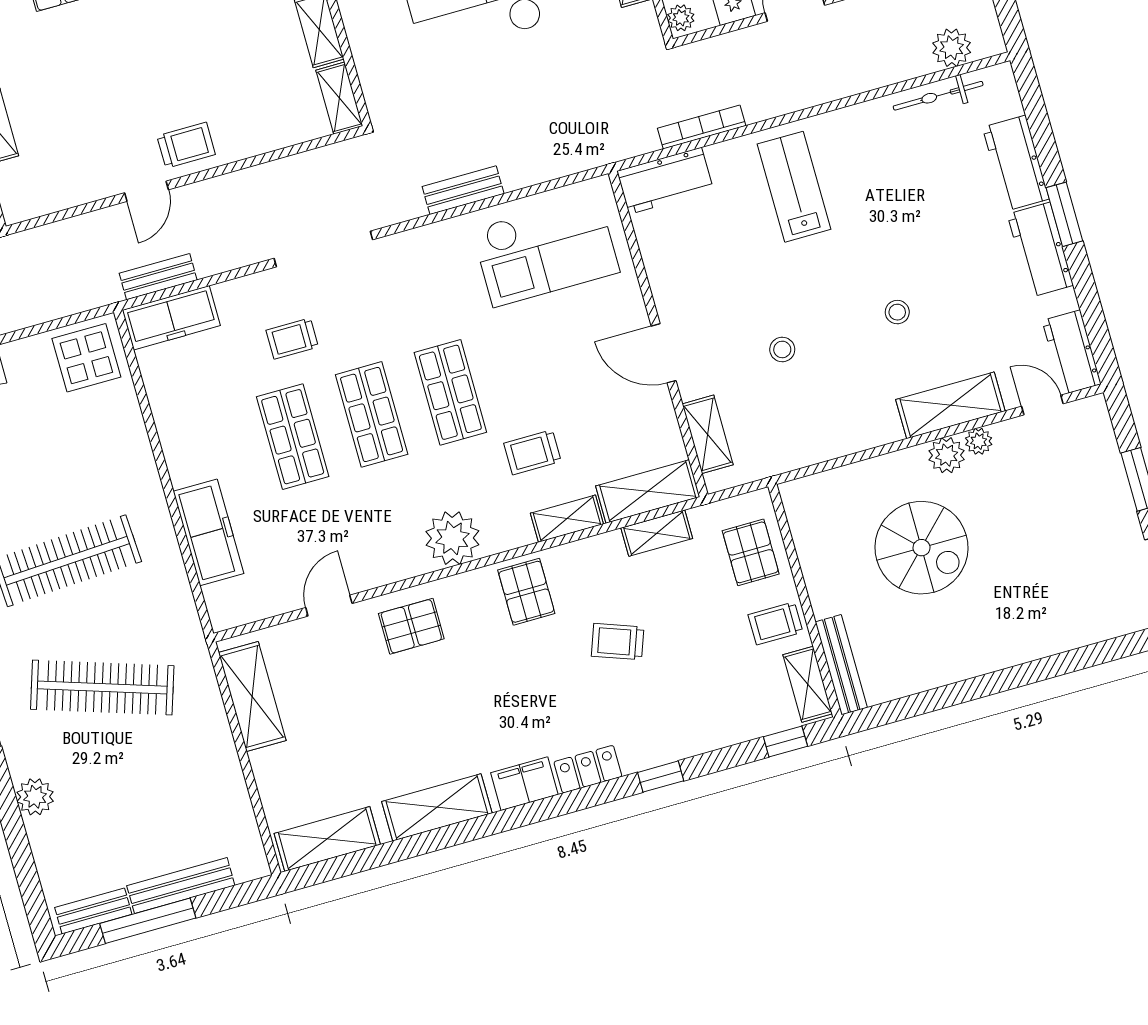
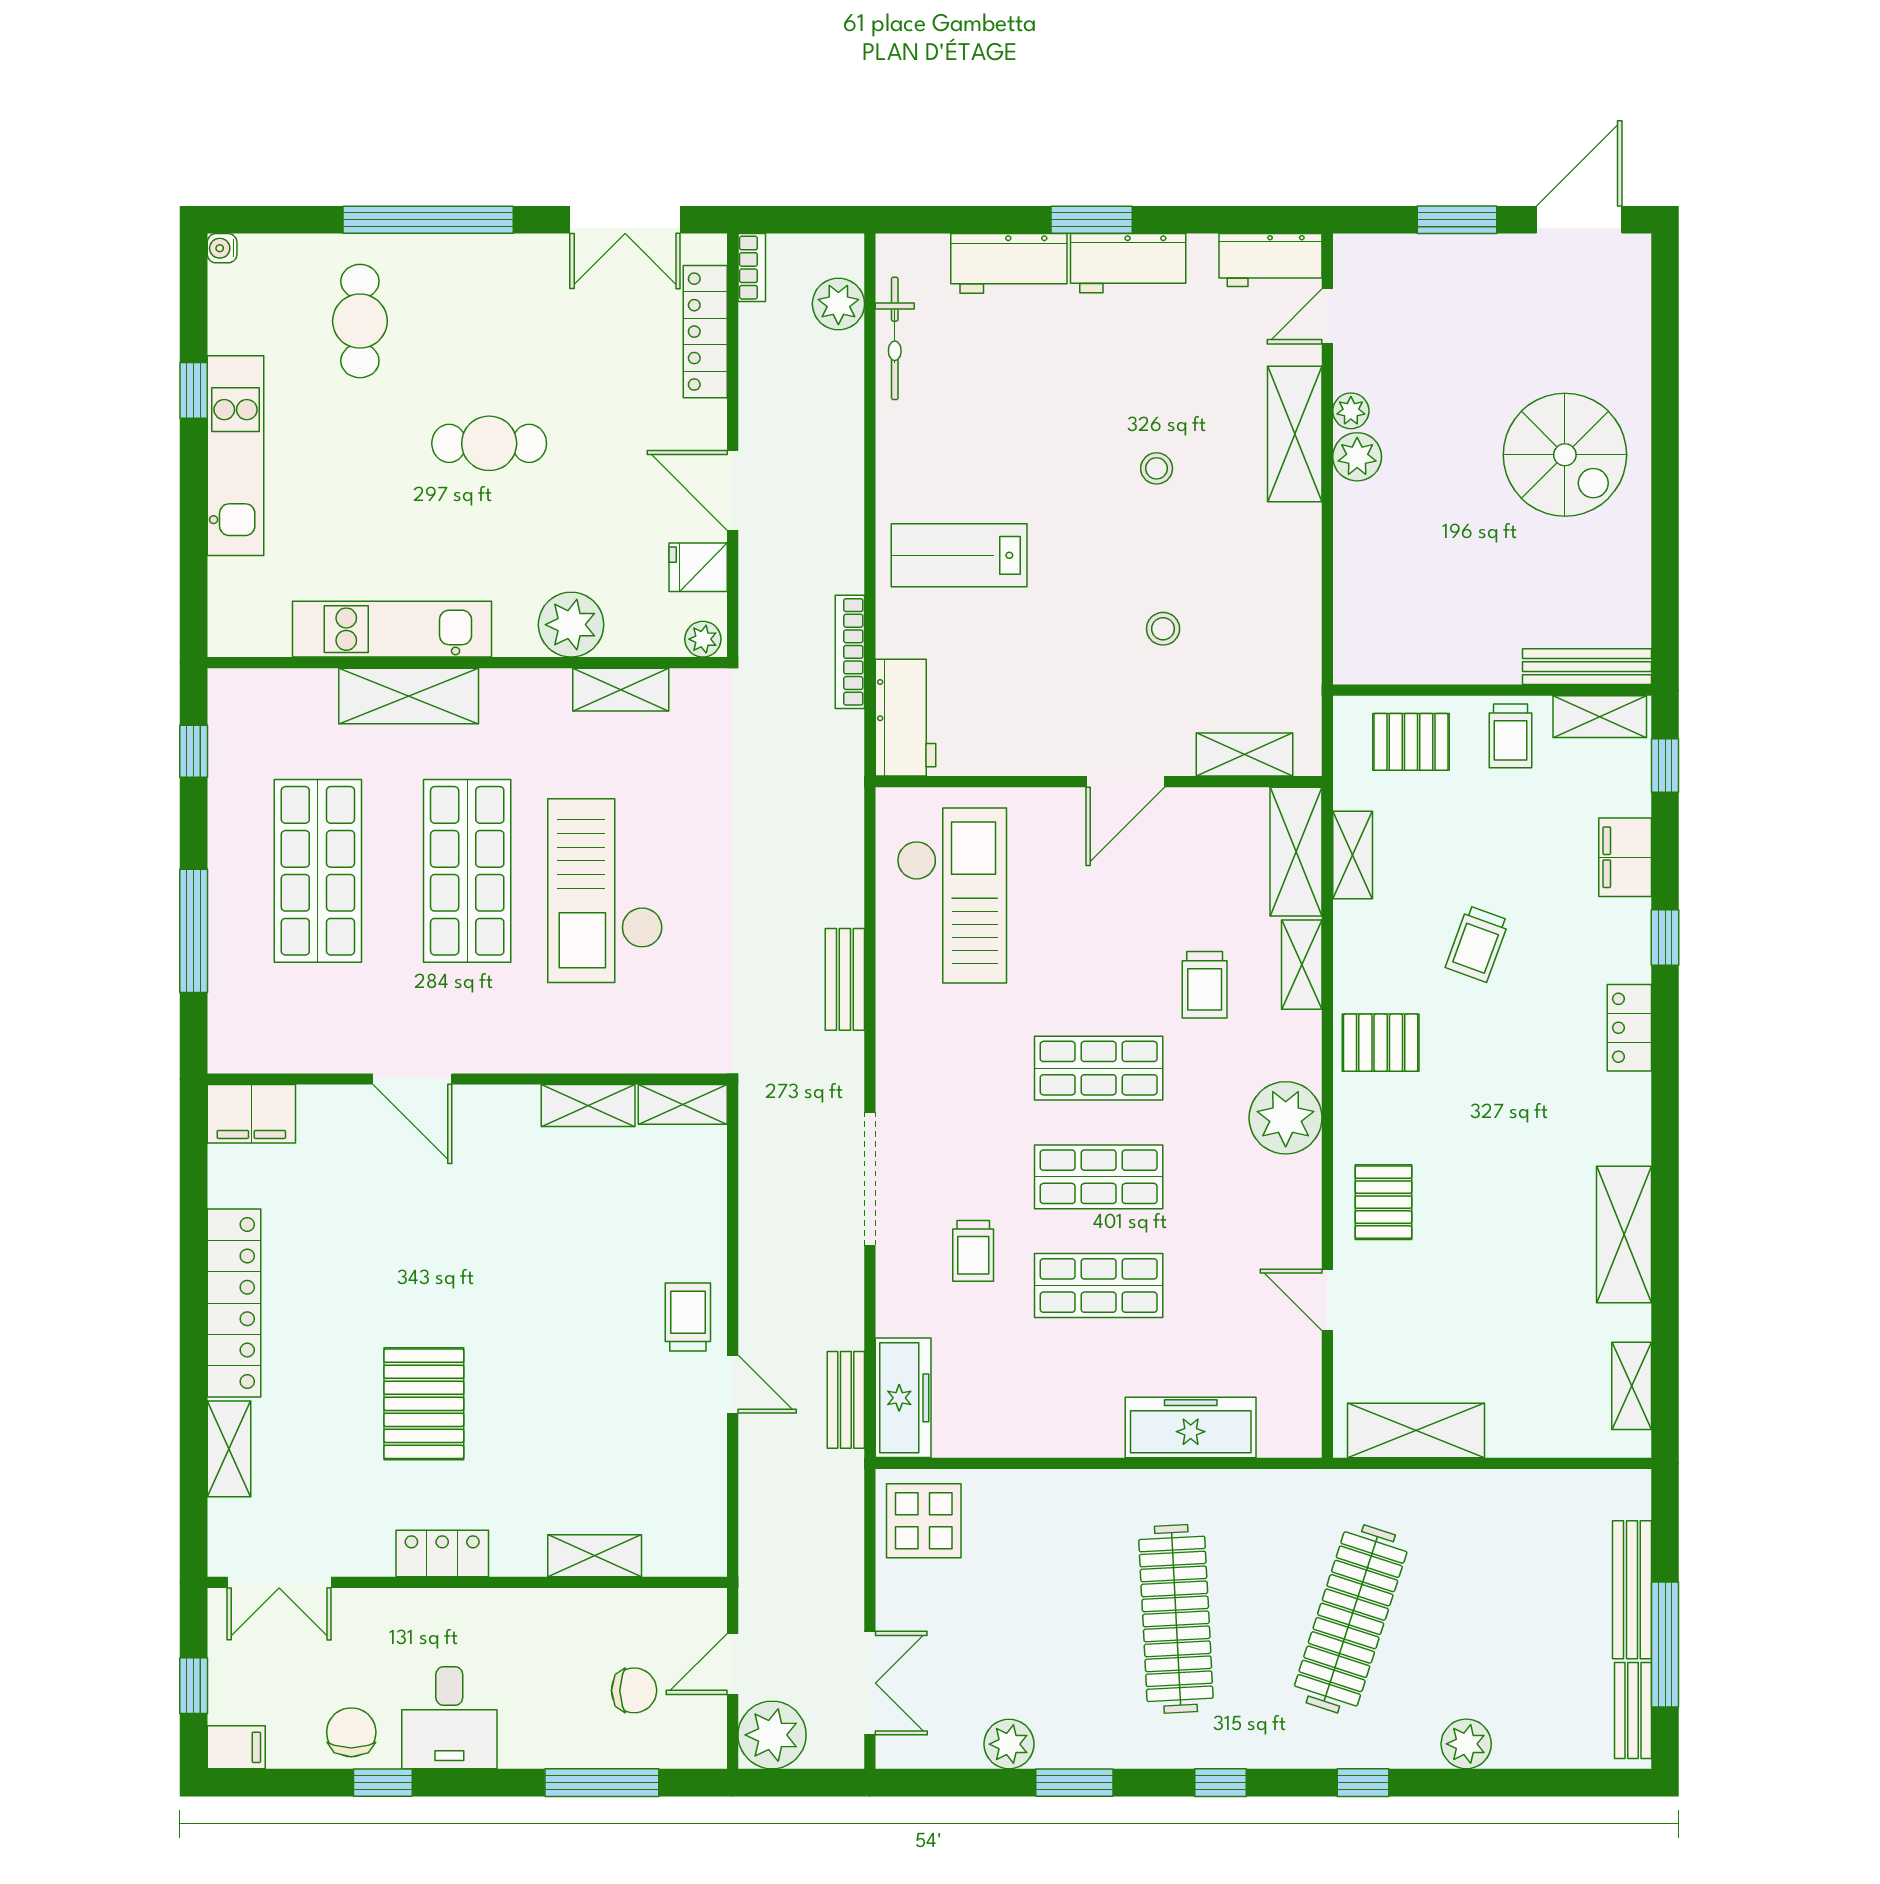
spiral stairs: (921, 548) -> (1565, 455), moved, turned 90
filing cabinet: (524, 784) -> (1625, 857), moved
shelving: (327, 839) -> (1632, 1386), width x0.67, depth x0.75

